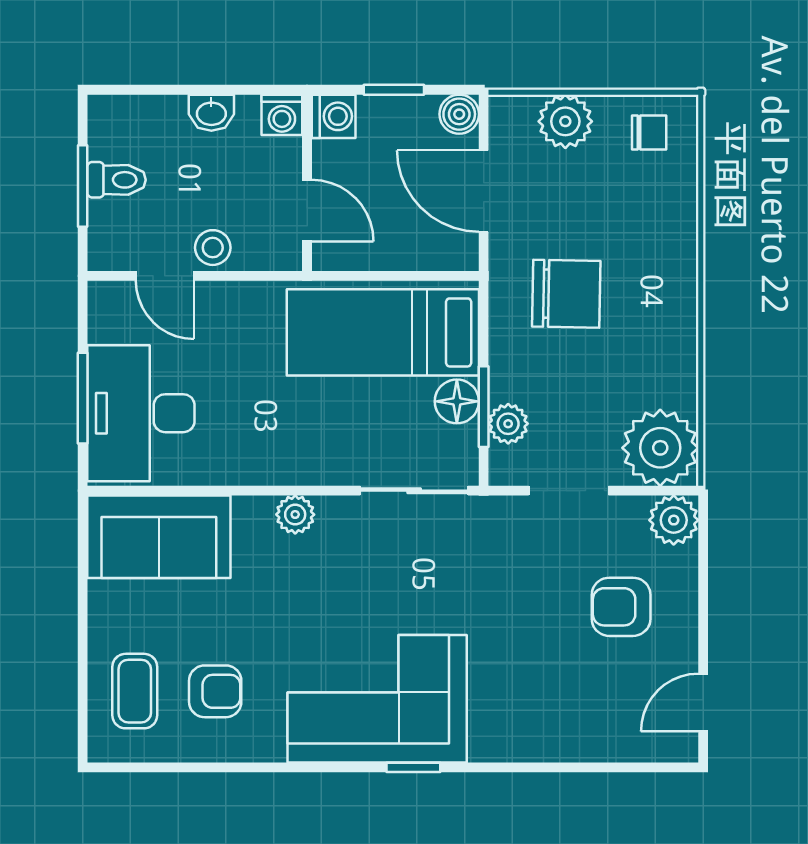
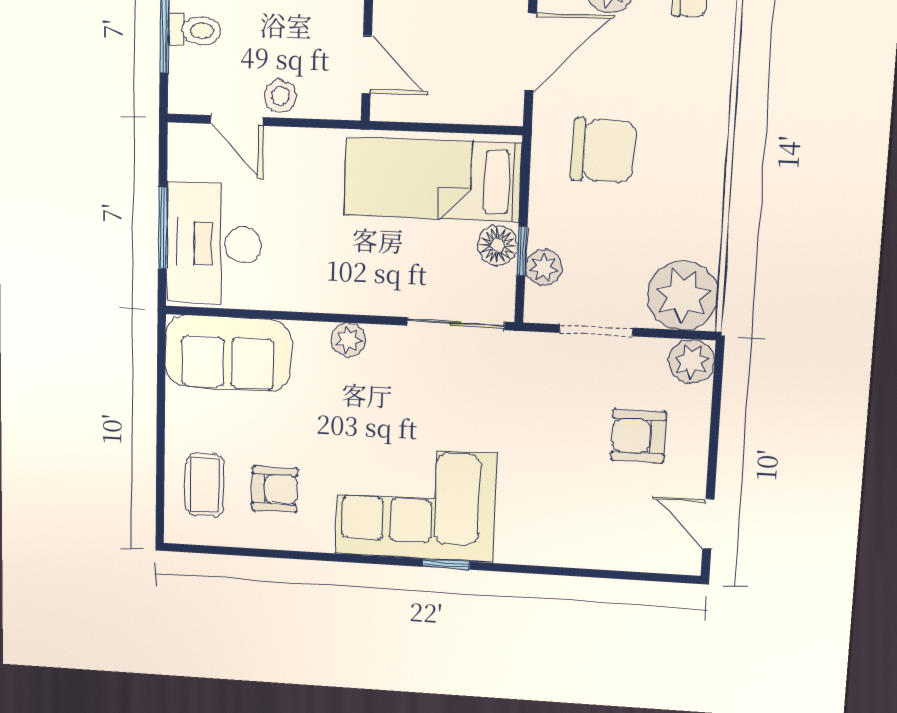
door: (484, 191) -> (531, 52), swing flipped
window: (484, 407) -> (522, 251), width x0.67
door: (703, 703) -> (708, 524), hinge flipped

